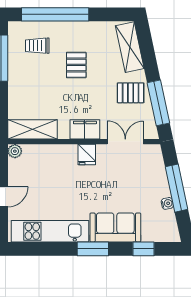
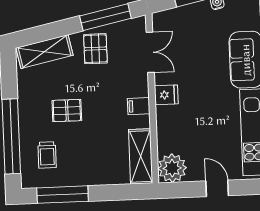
filing cabinet: (85, 129) -> (139, 106), width x0.50
double door: (125, 142) -> (150, 52), swing flipped
plant: (15, 151) -> (172, 168), width x1.88, depth x1.88

